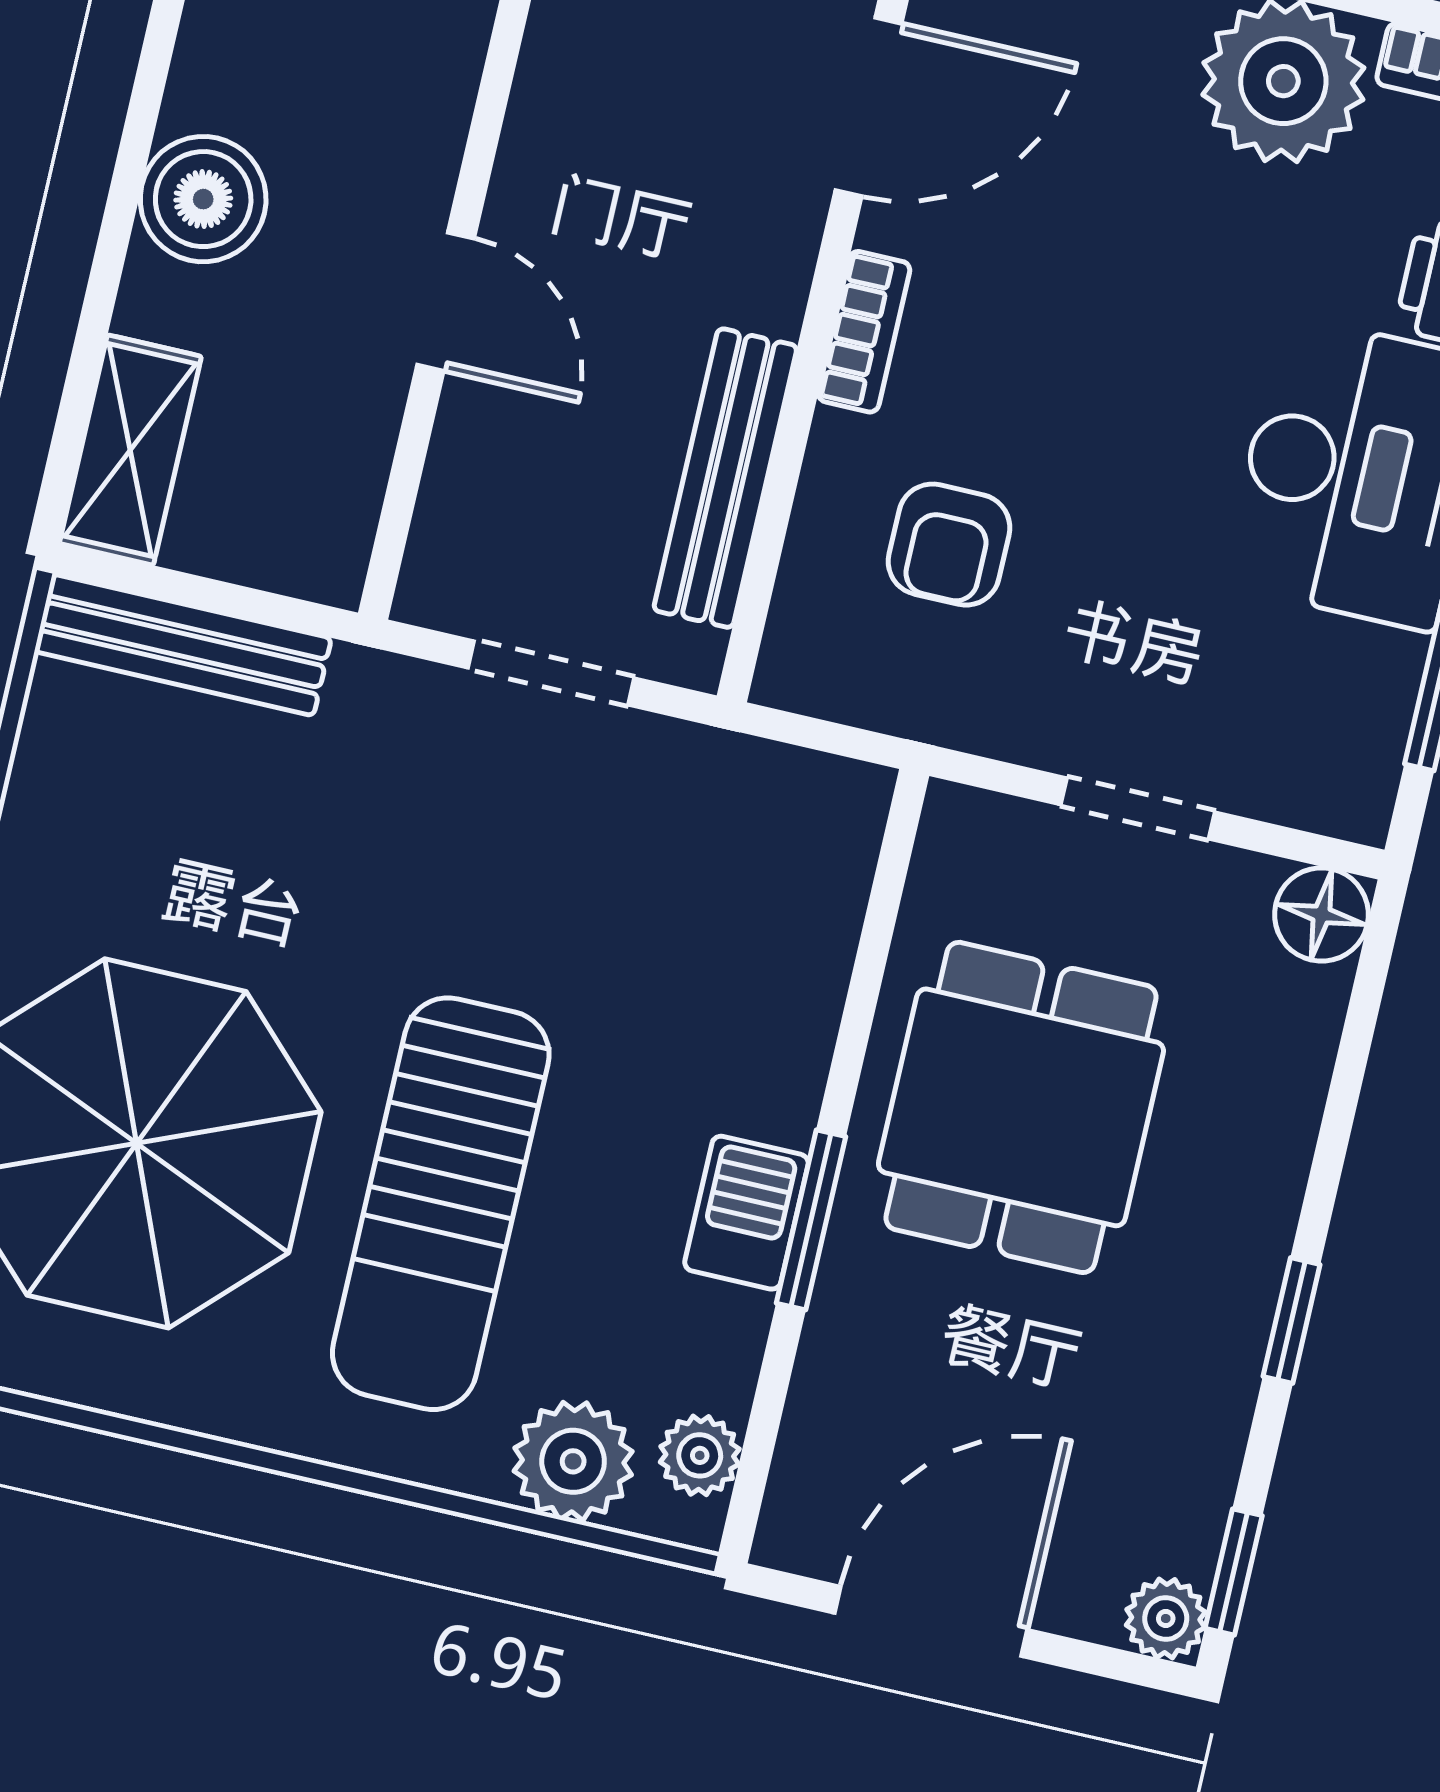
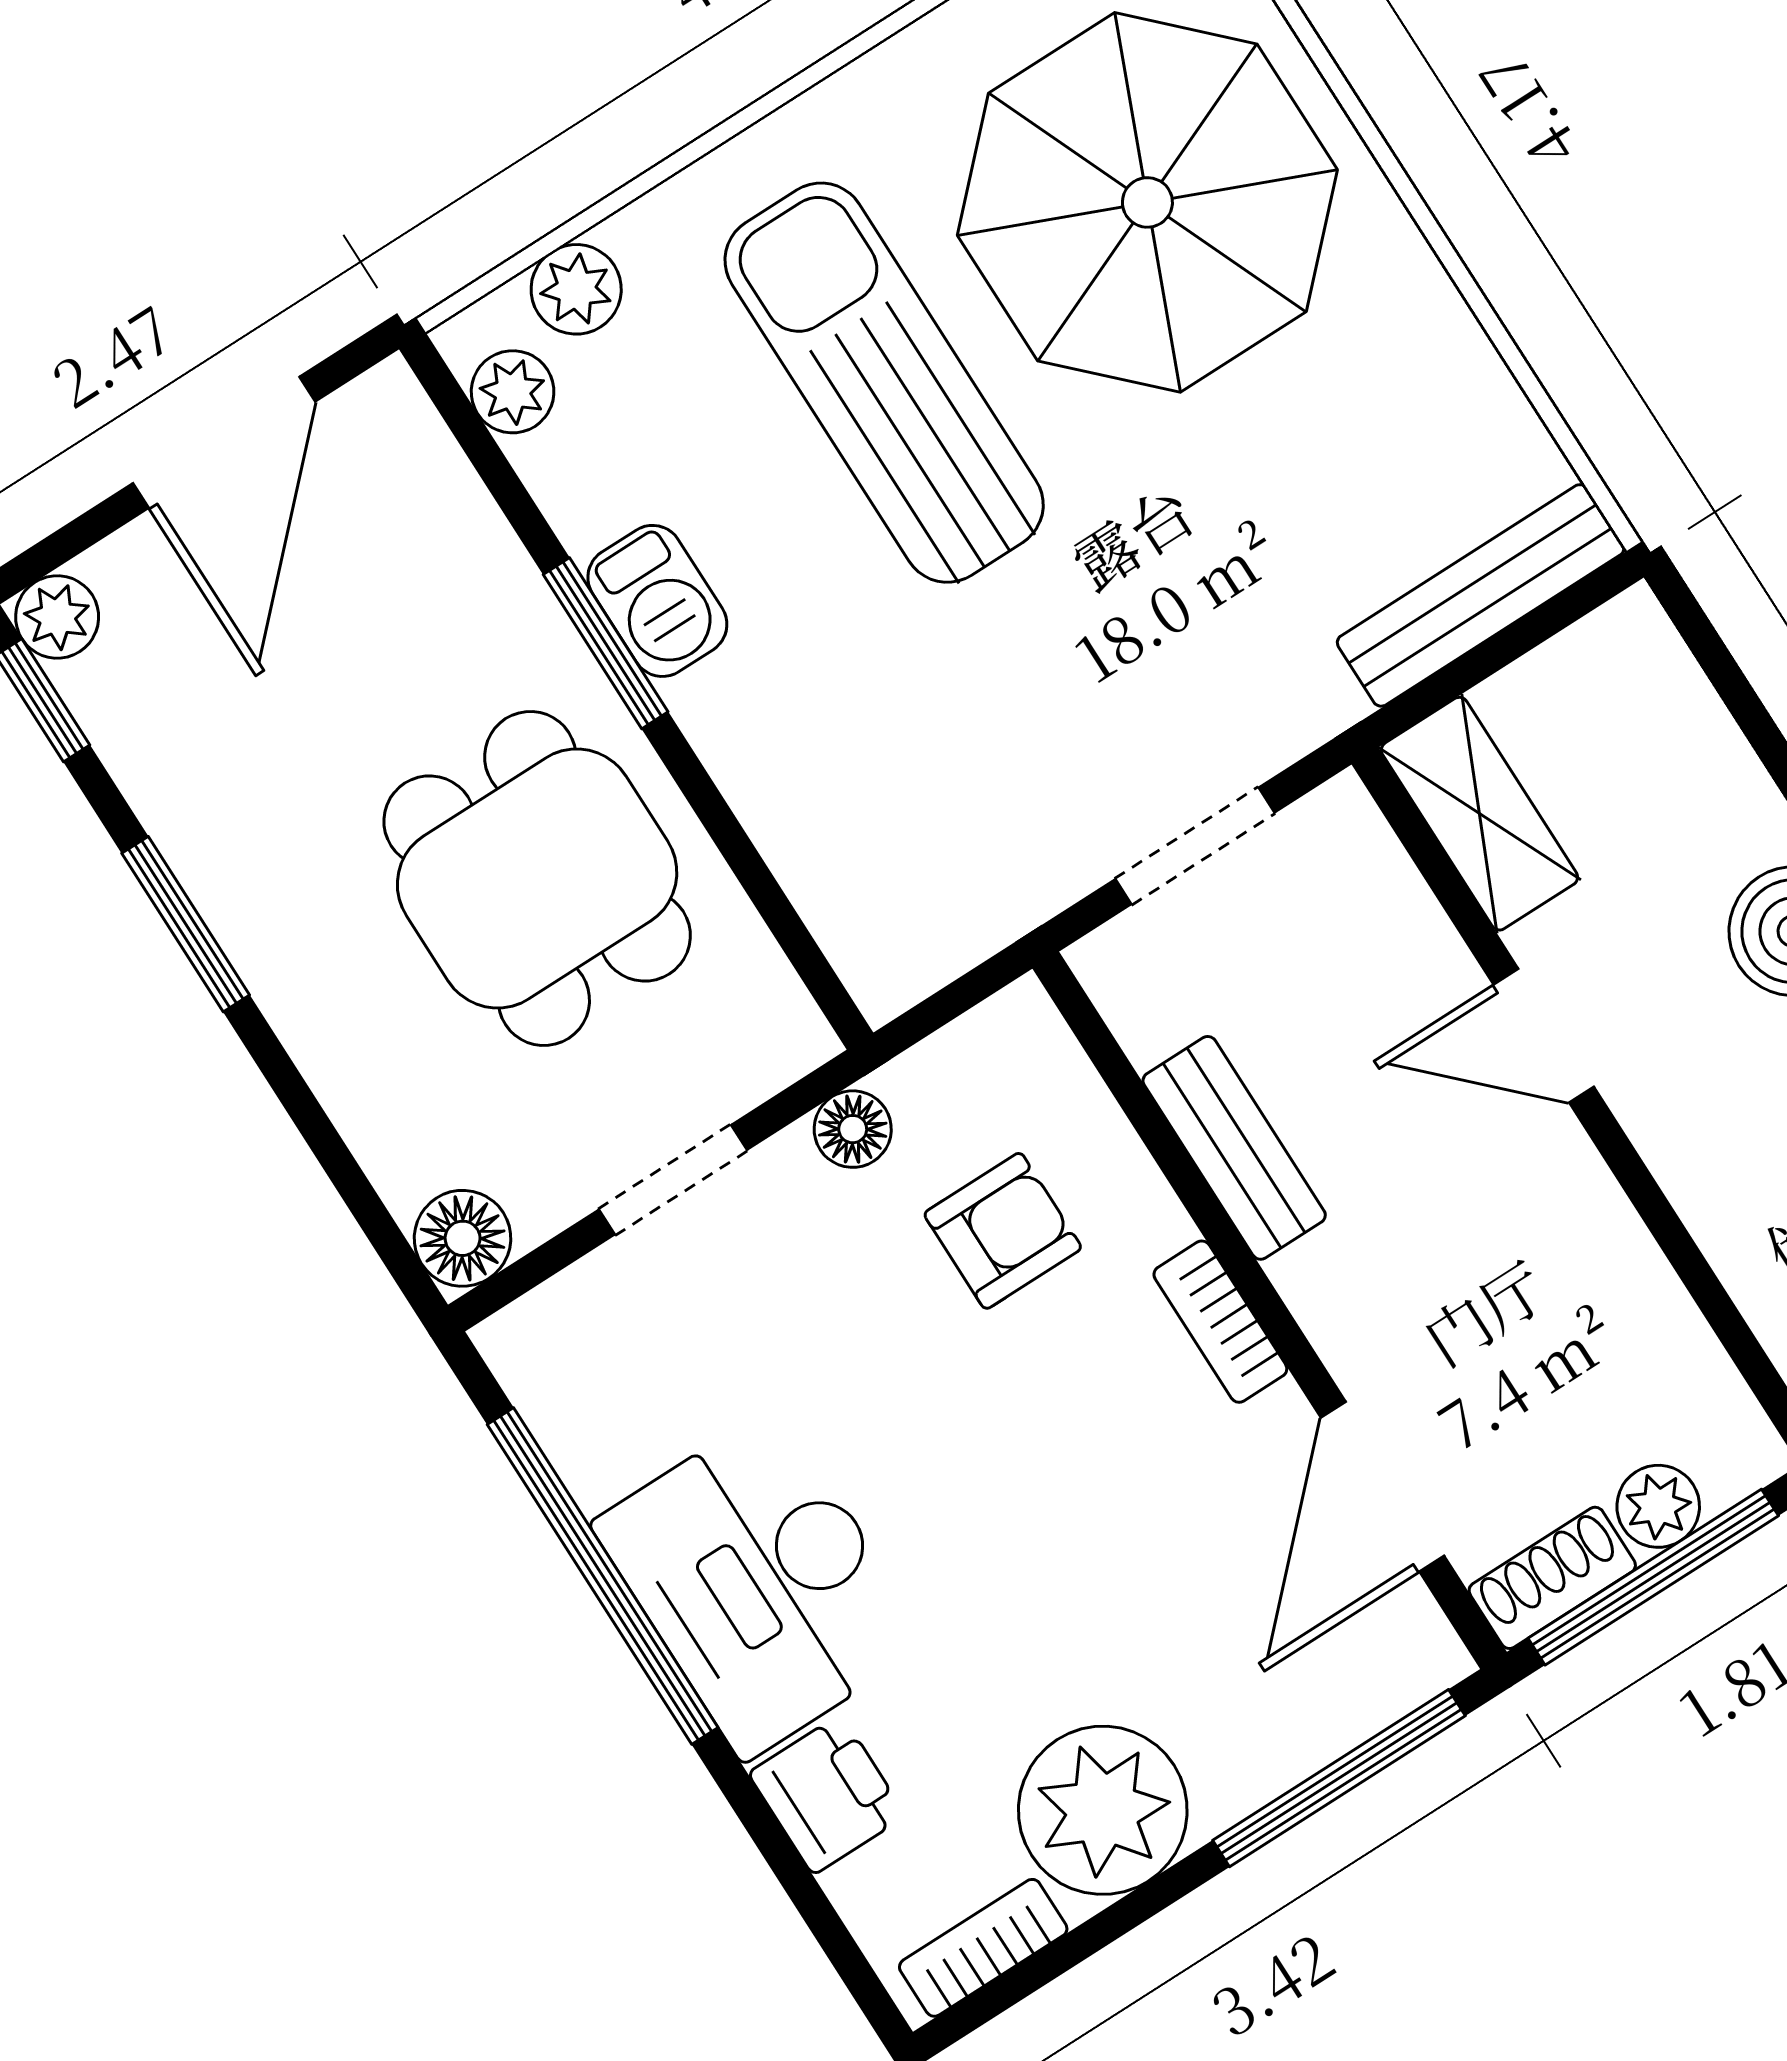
shelving: (130, 450) -> (1479, 814), moved
bench: (725, 478) -> (1234, 1148), width x0.73
armchair: (949, 545) -> (1003, 1231), turned 90
floor lamp: (980, 718) -> (853, 1129), added
window: (1292, 1320) -> (186, 924), width x1.50
plant: (573, 1461) -> (576, 289), width x0.73, depth x0.73

